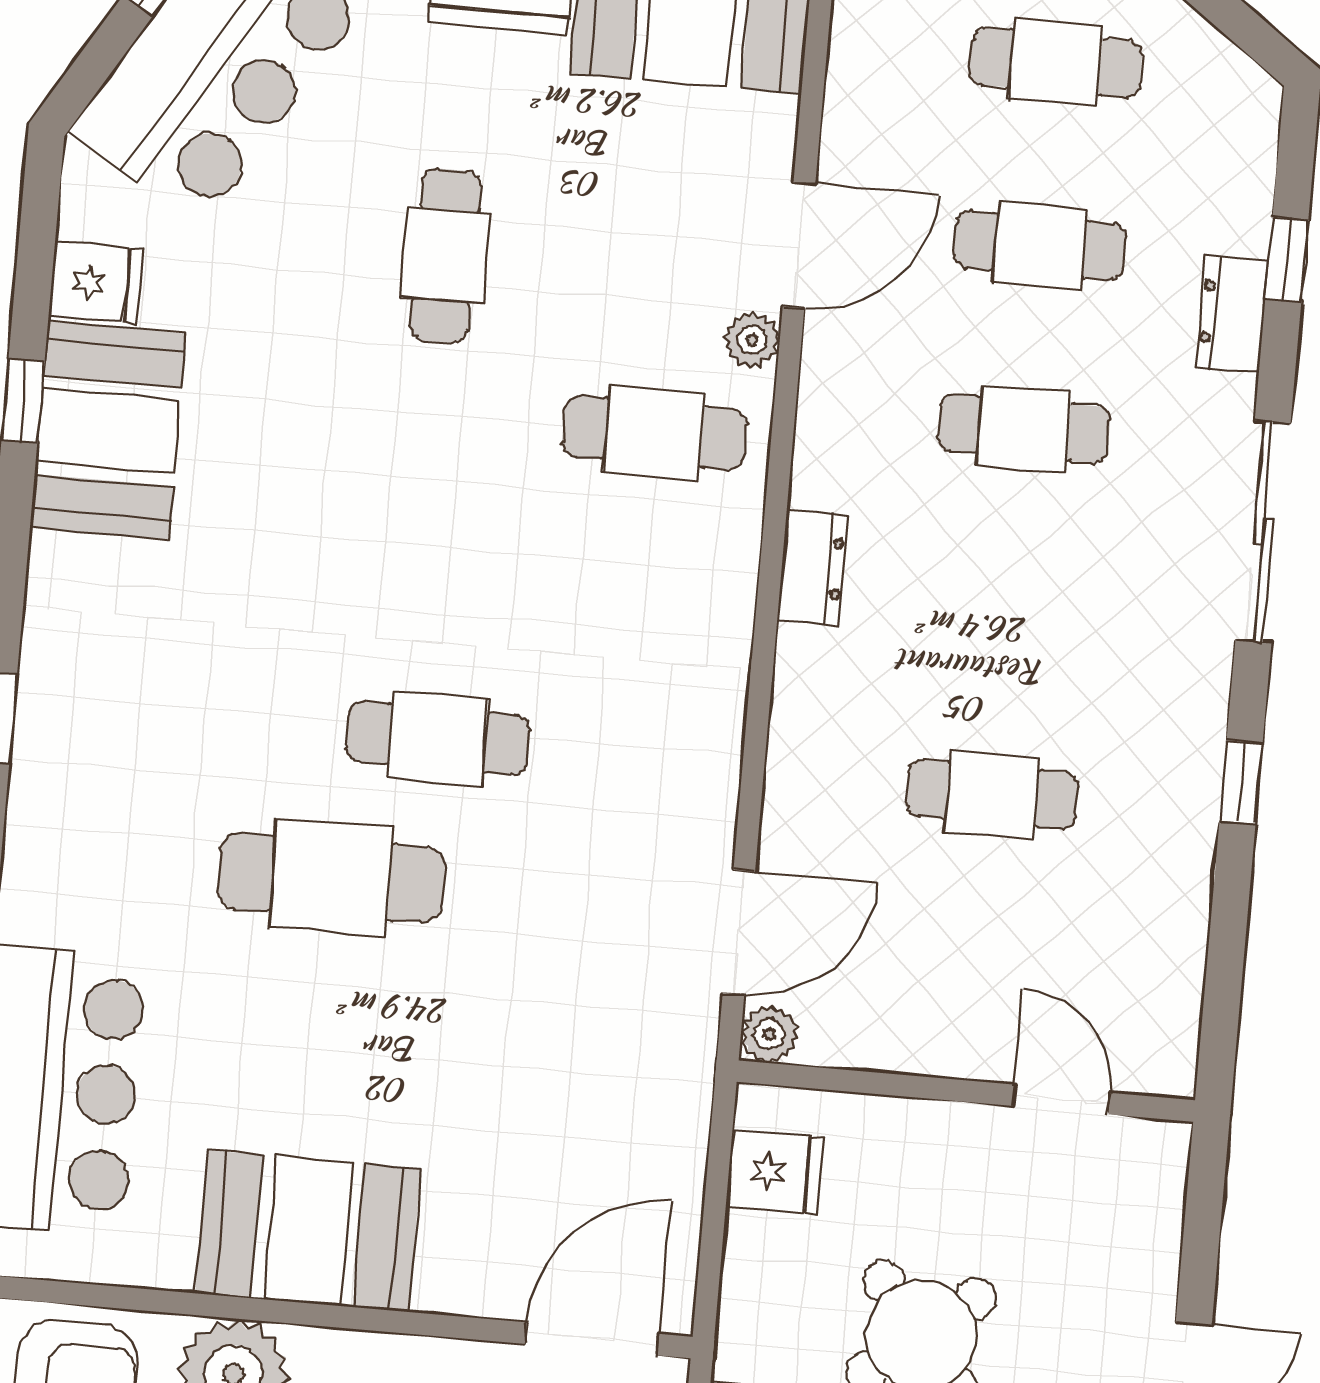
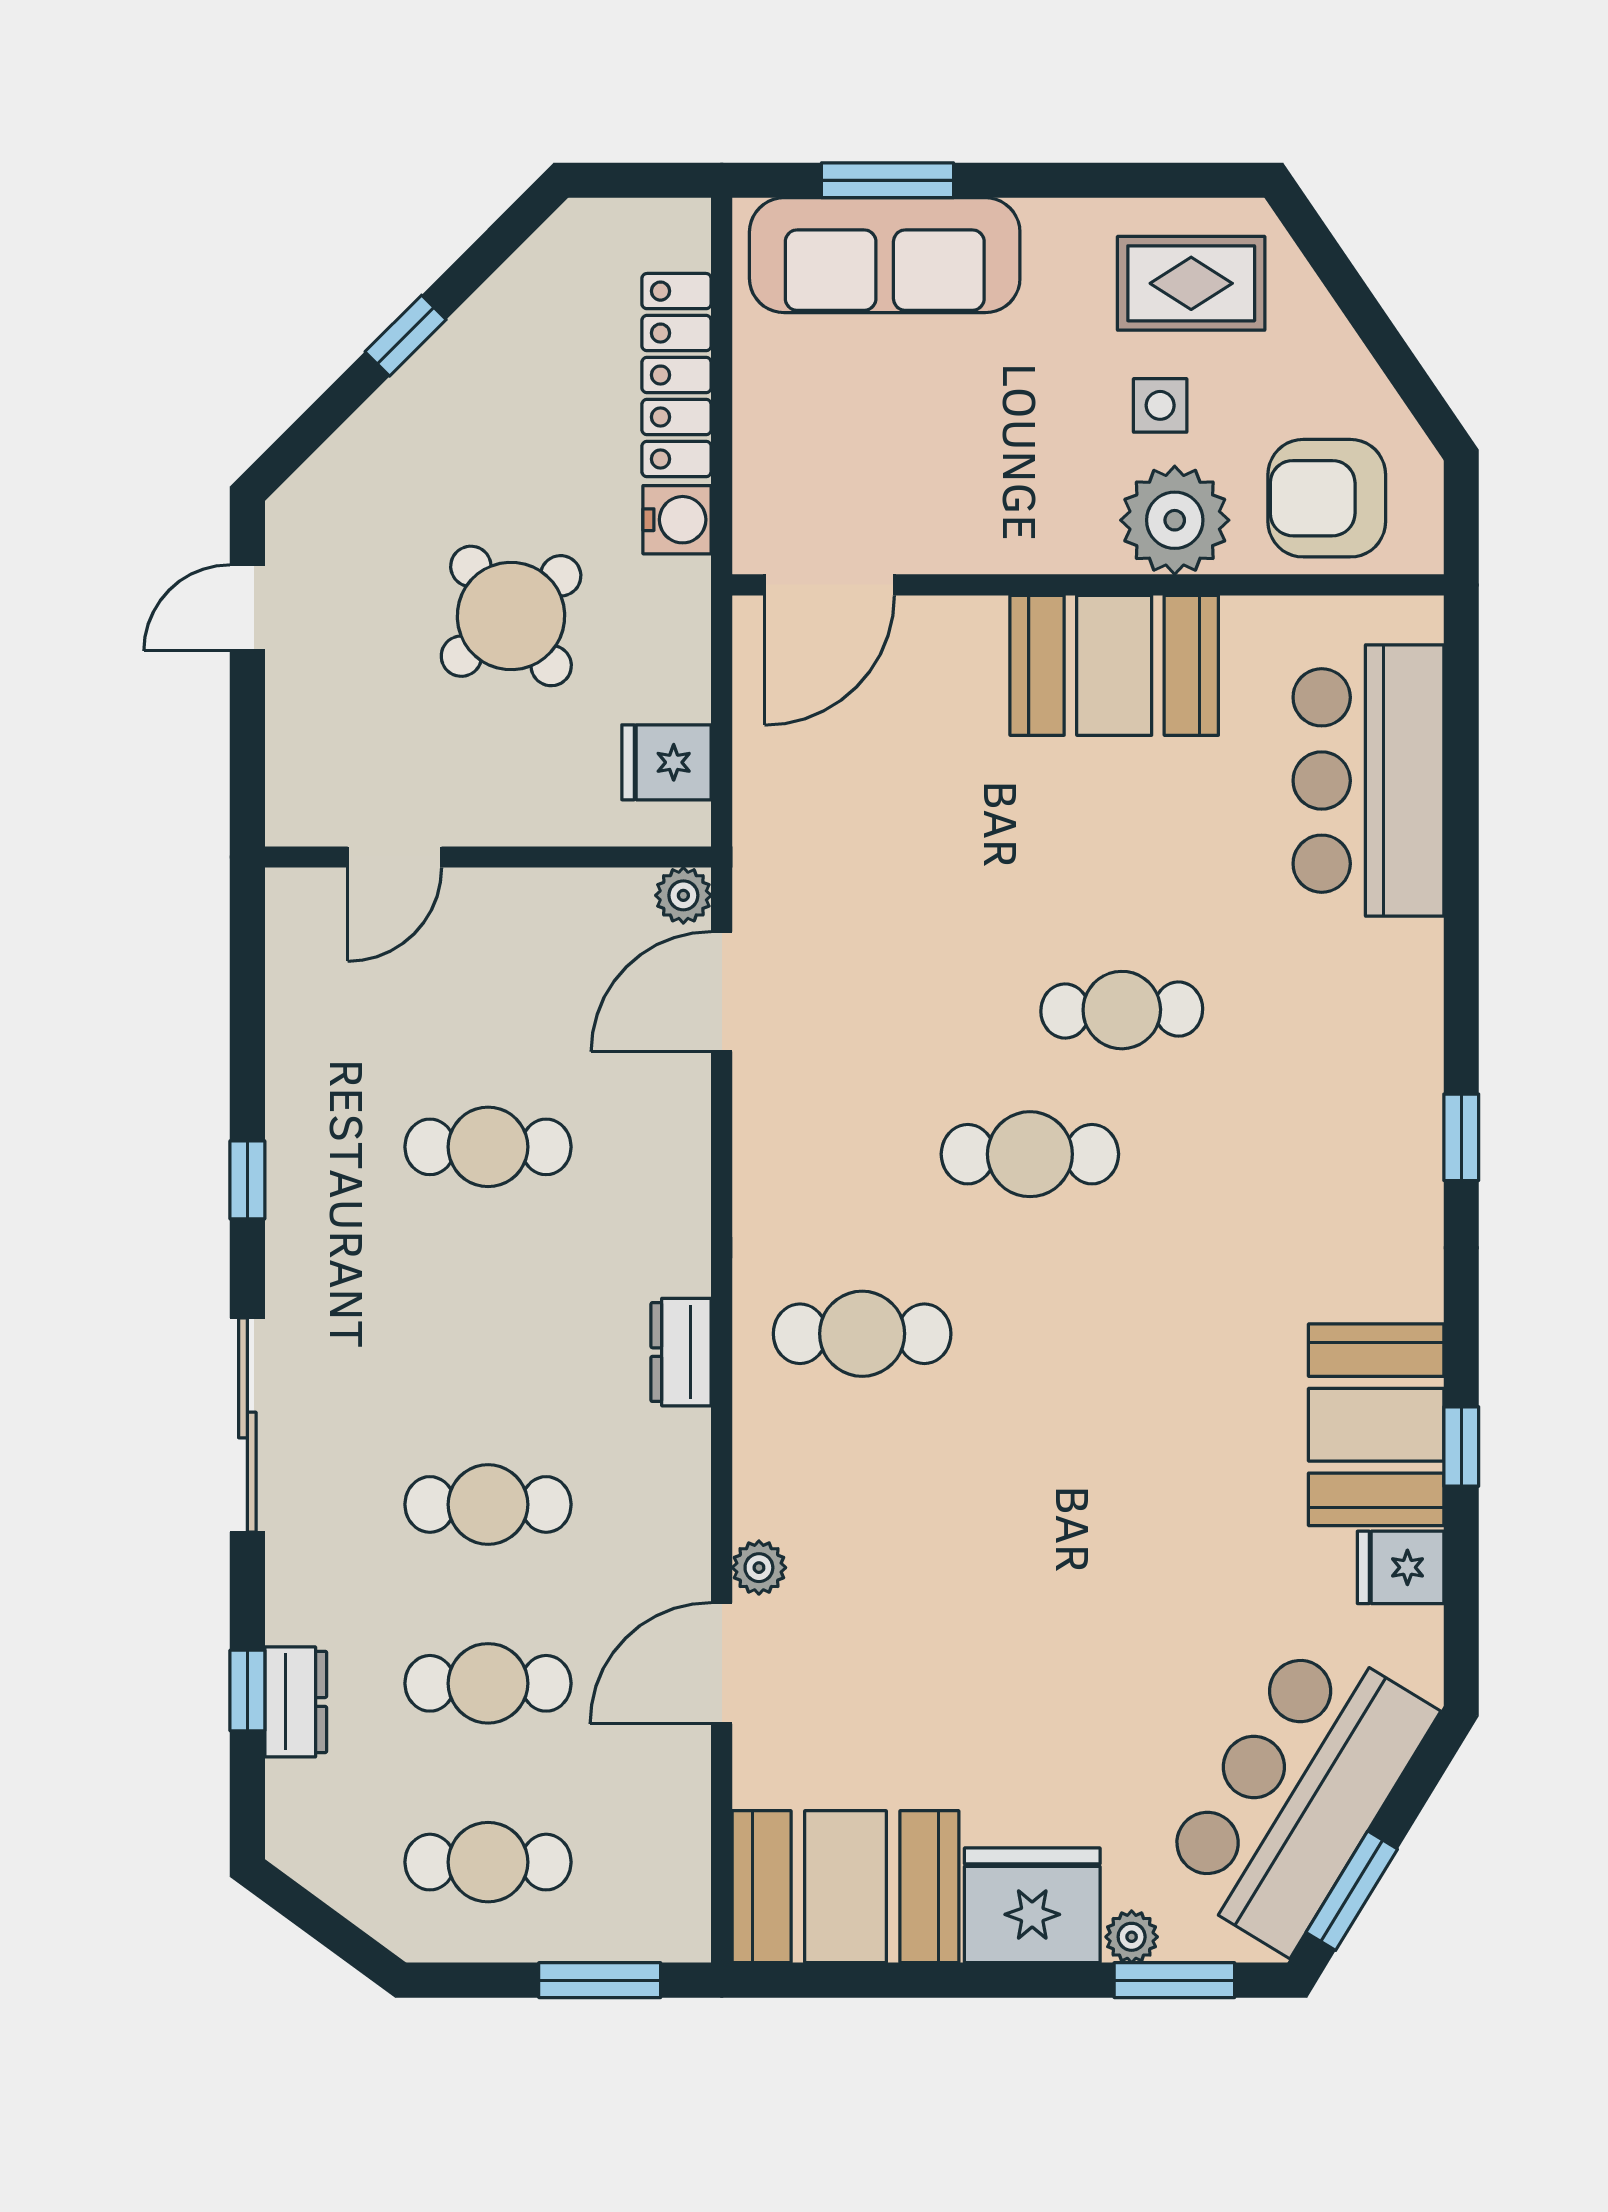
cafe table: (445, 256) -> (1064, 1623), removed
dresser: (1232, 314) -> (296, 1702), moved
cafe table: (654, 433) -> (862, 1334), moved
cafe table: (331, 878) -> (1122, 1010), width x0.73, depth x0.74
door: (1061, 1099) -> (395, 857), hinge flipped

